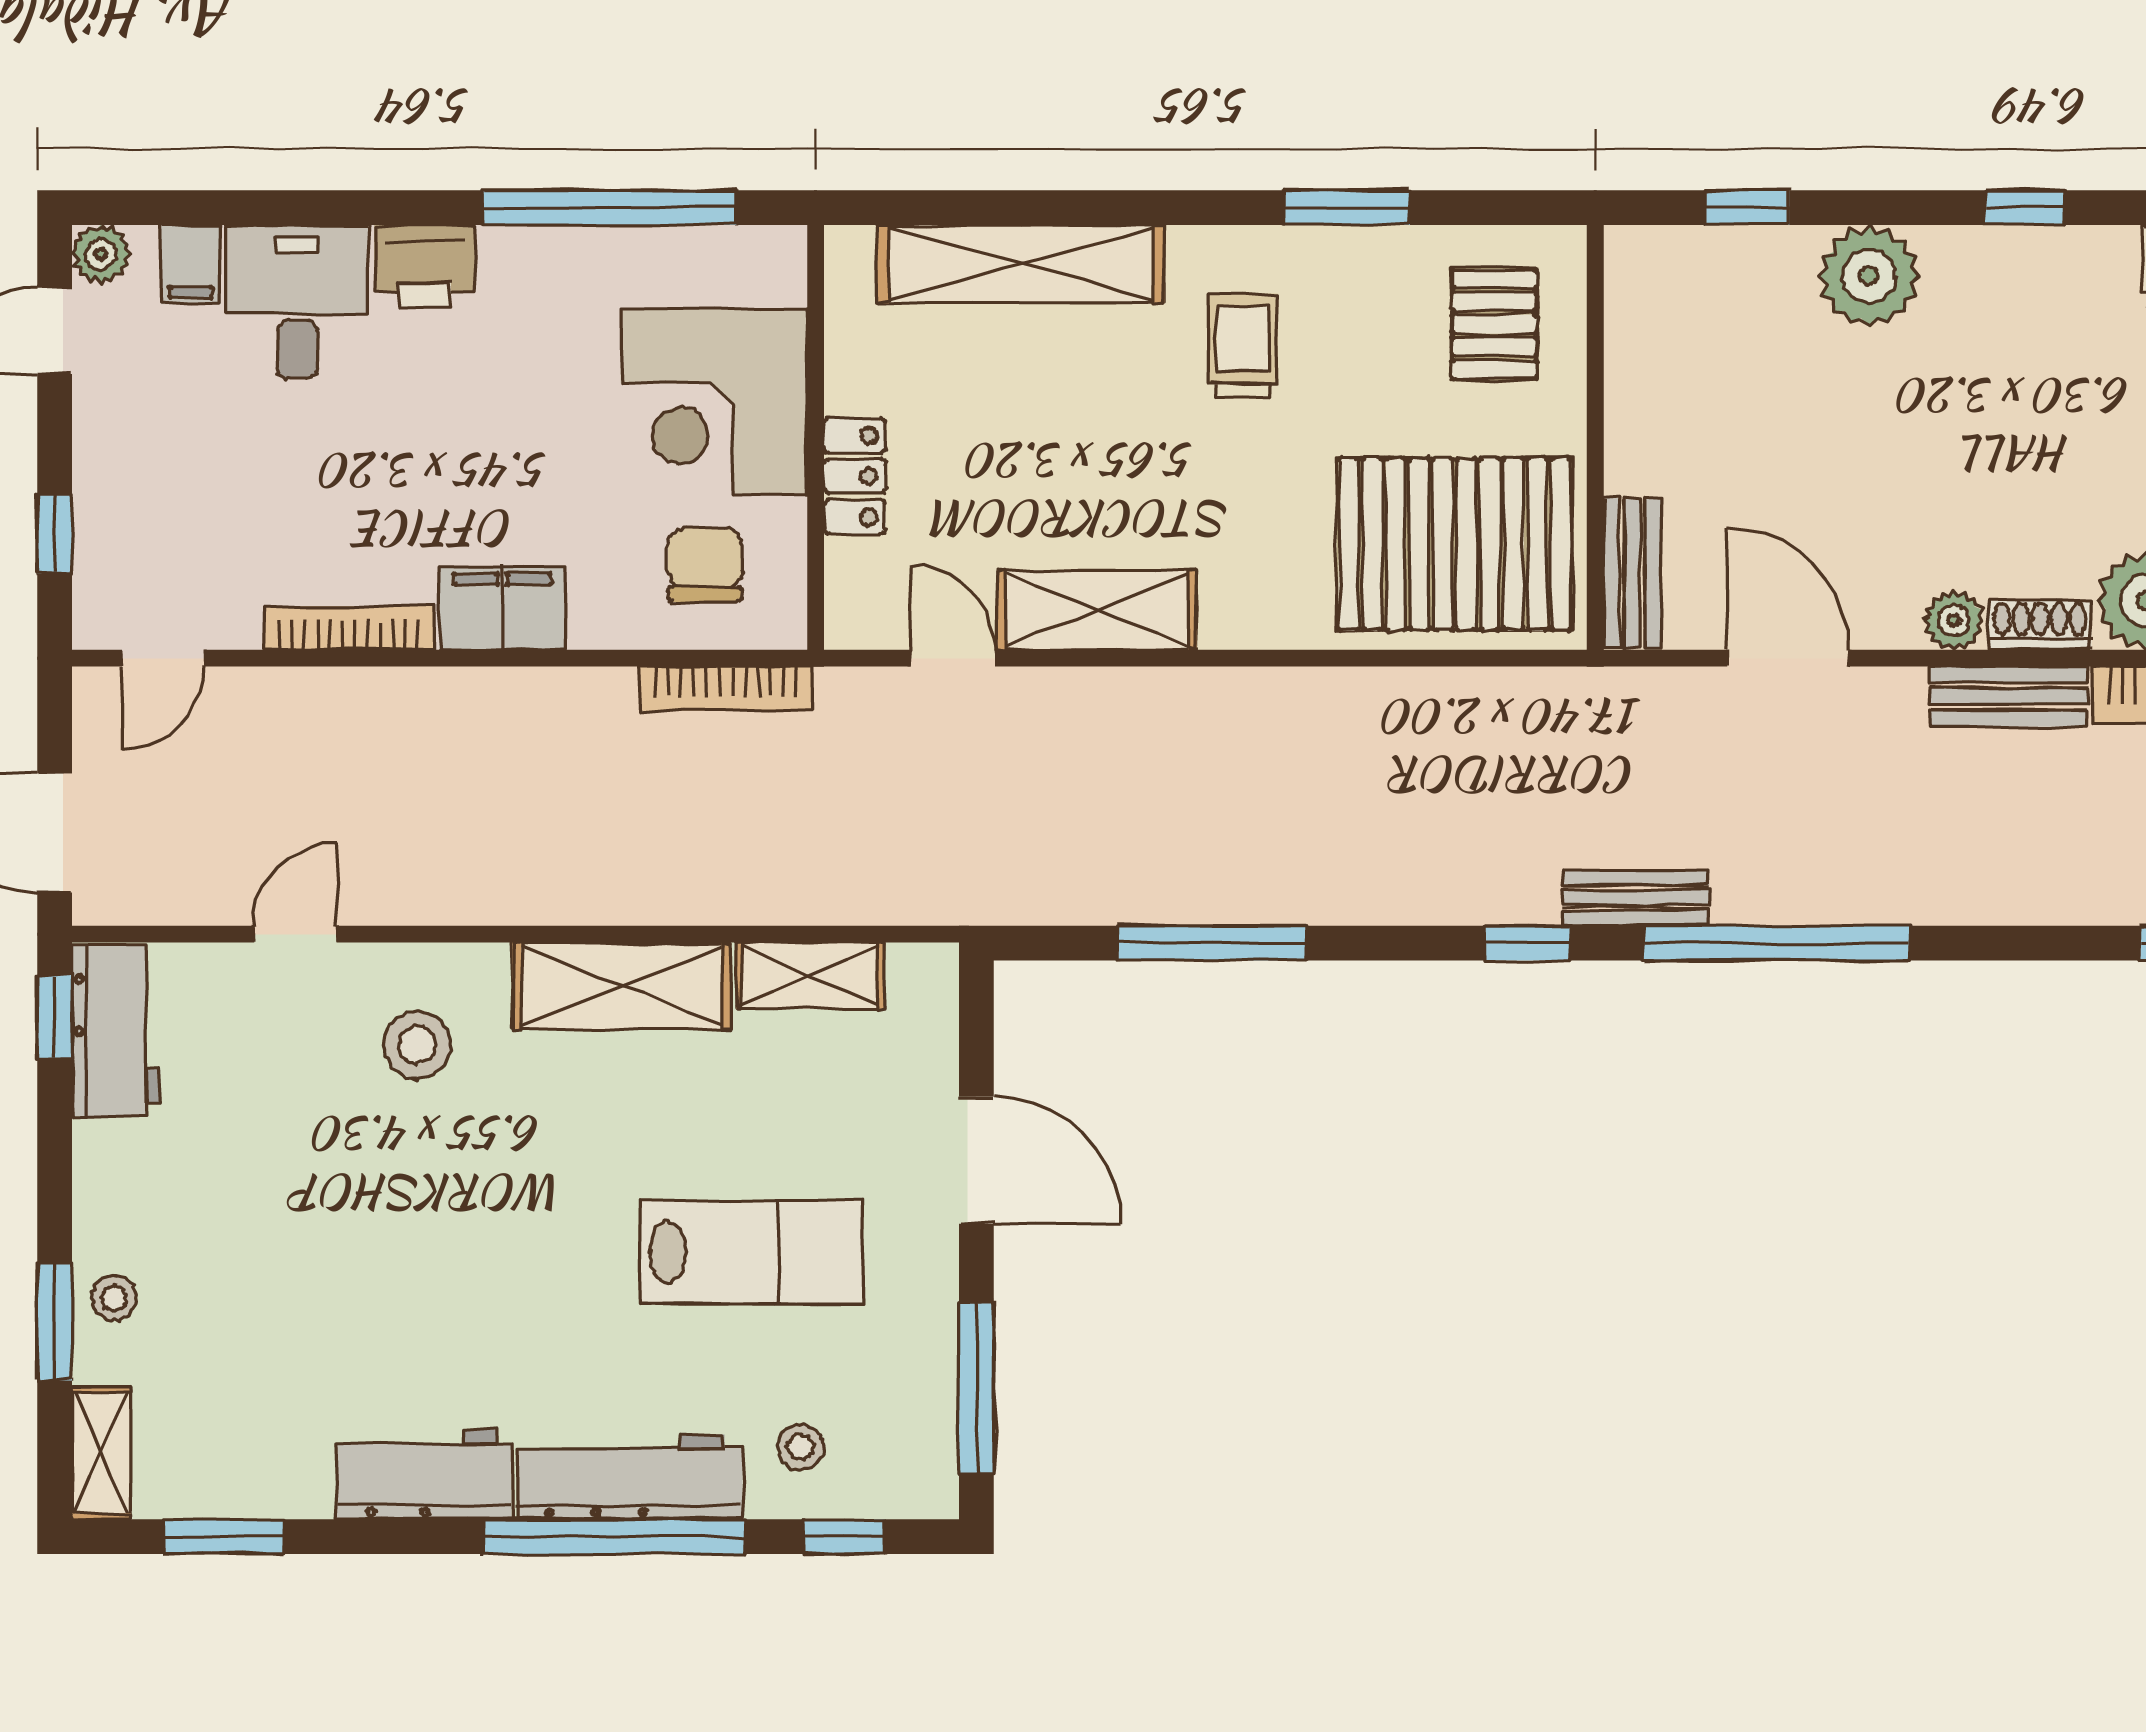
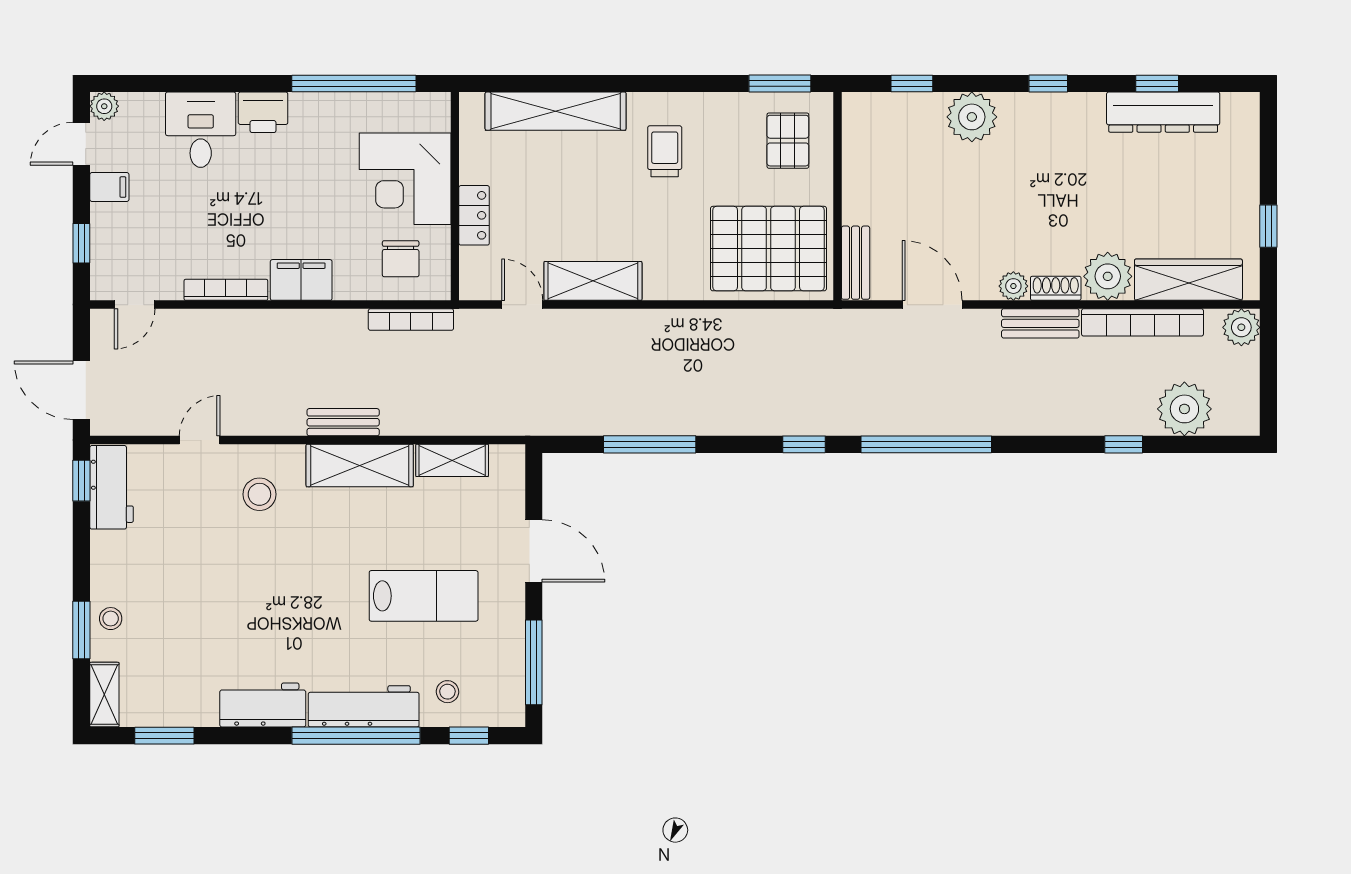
window: (1347, 208) -> (780, 83), moved
filing cabinet: (191, 264) -> (109, 187), moved, turned -90
chair: (705, 565) -> (401, 259), turned 180
bench: (1636, 898) -> (343, 422), moved

